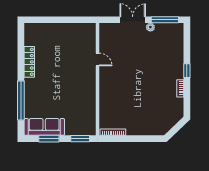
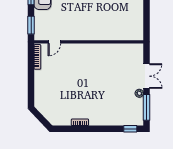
door: (97, 59) -> (54, 42), moved
window: (187, 71) -> (130, 129), moved

